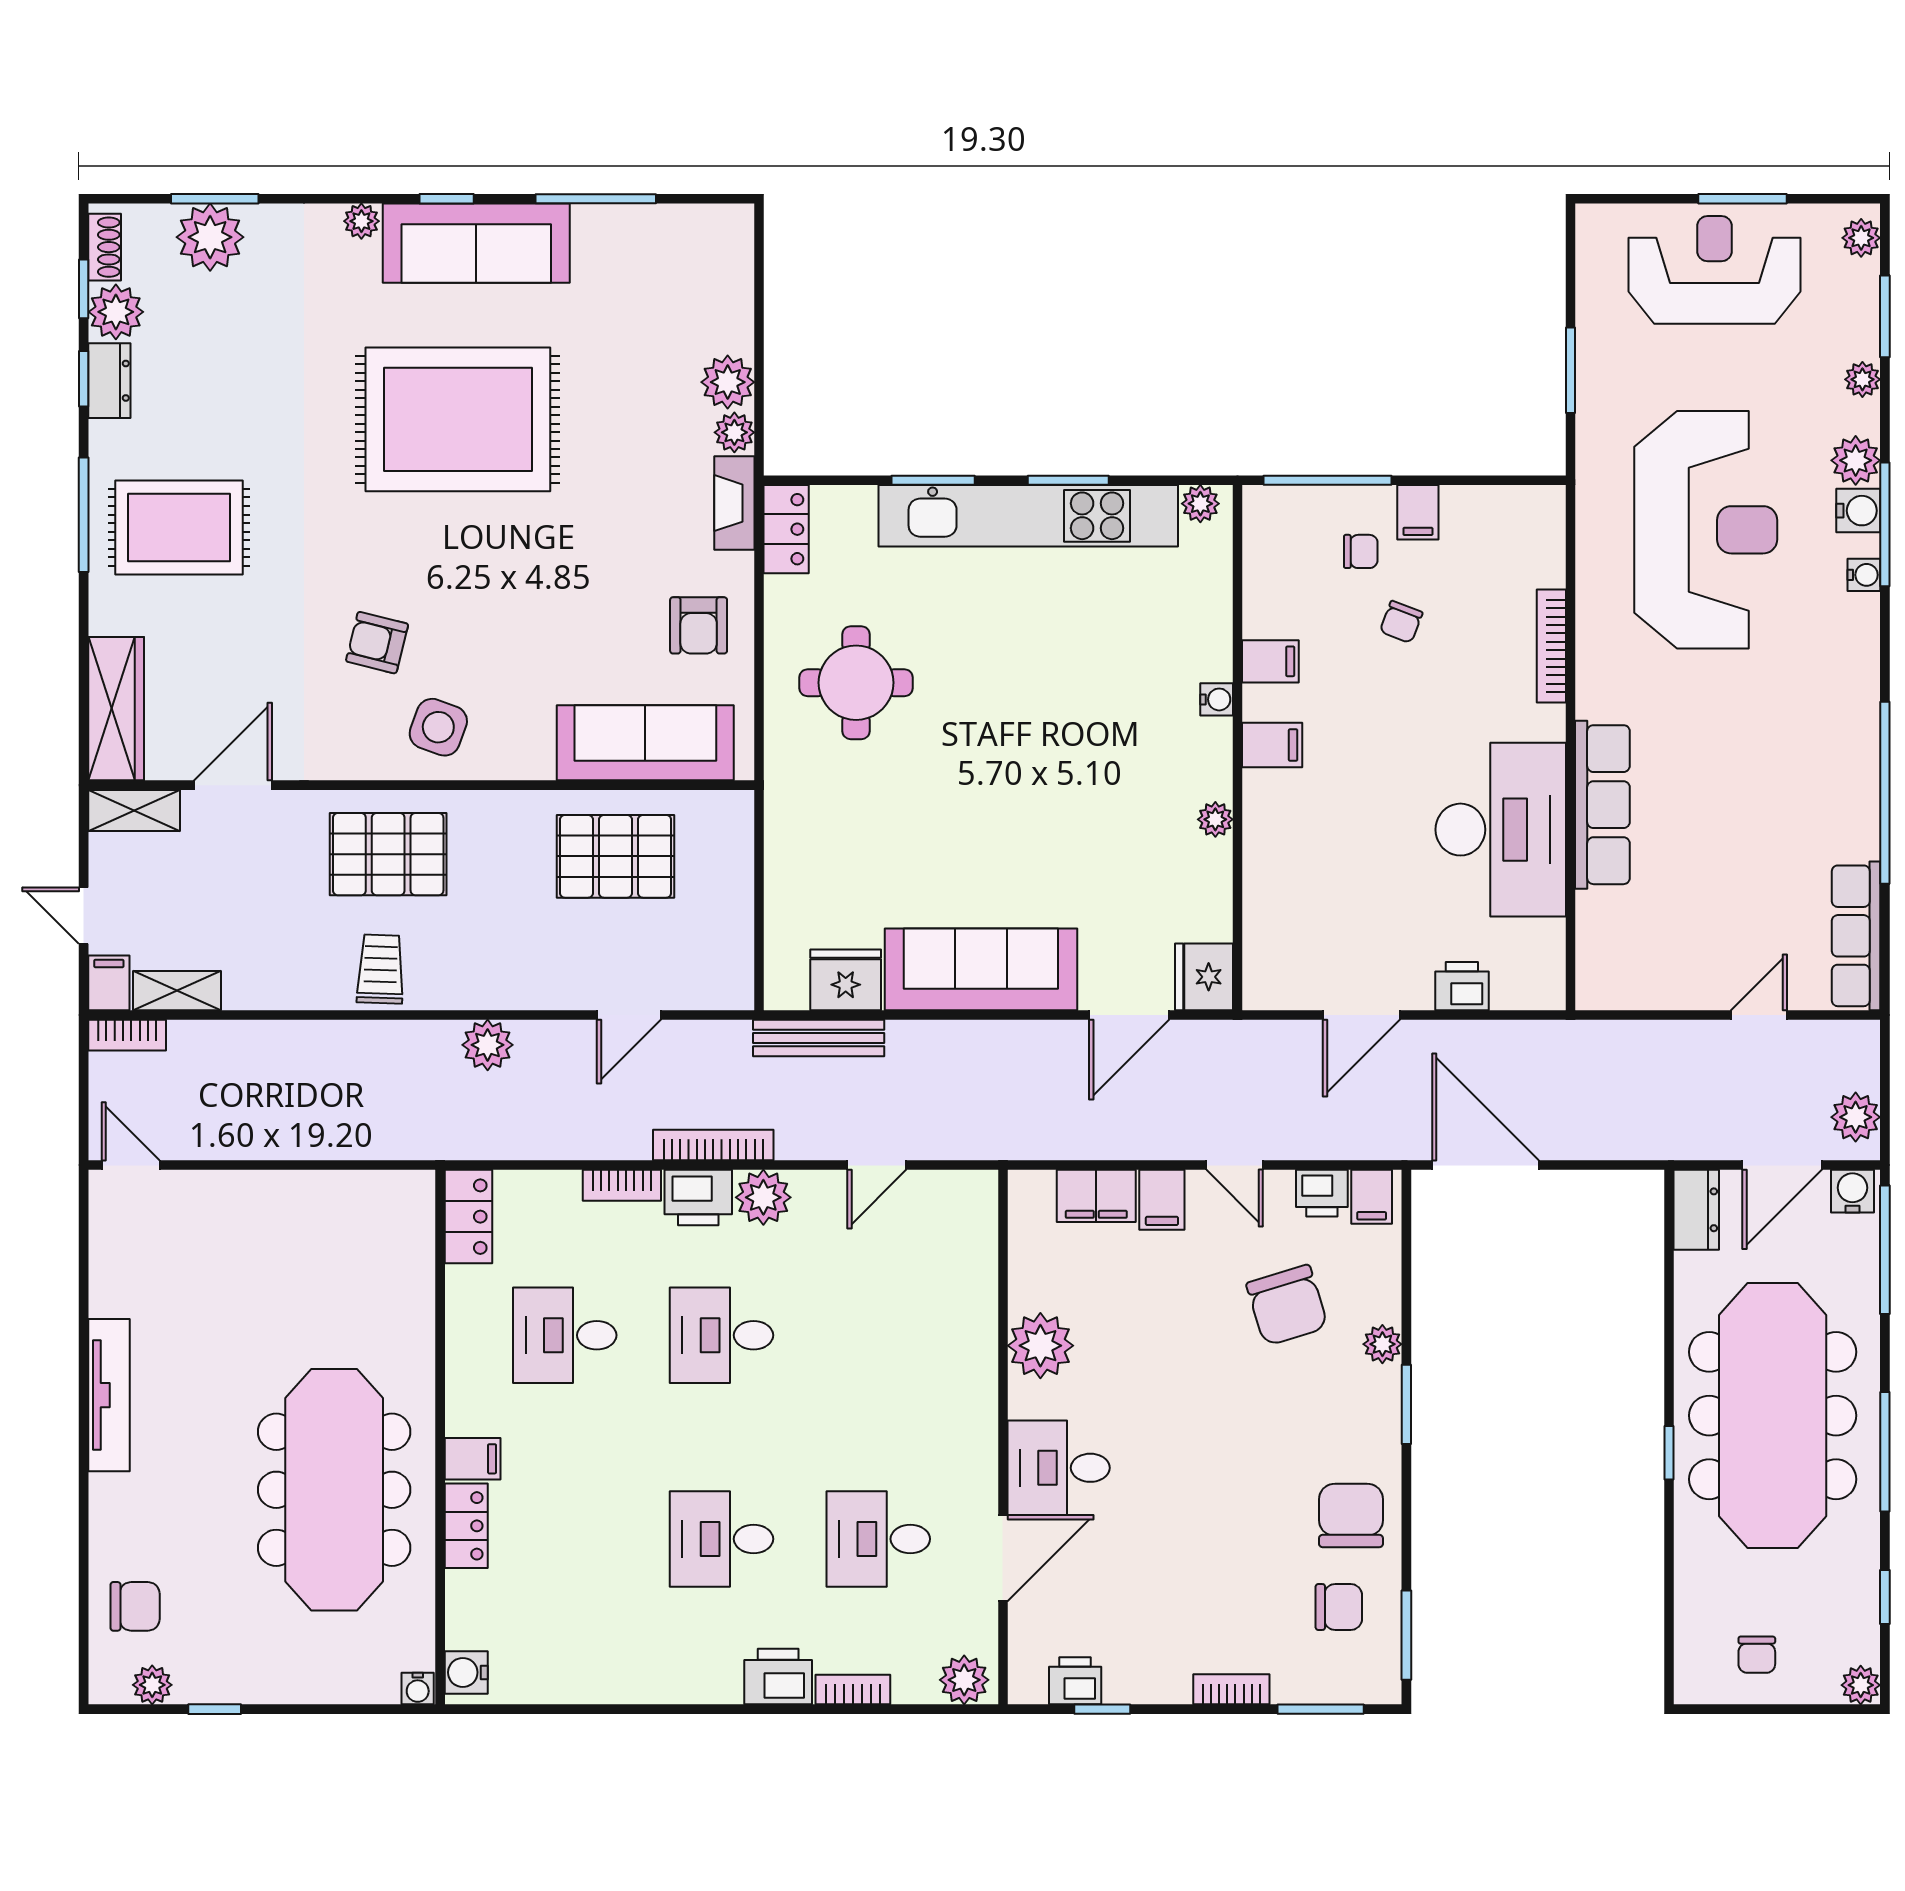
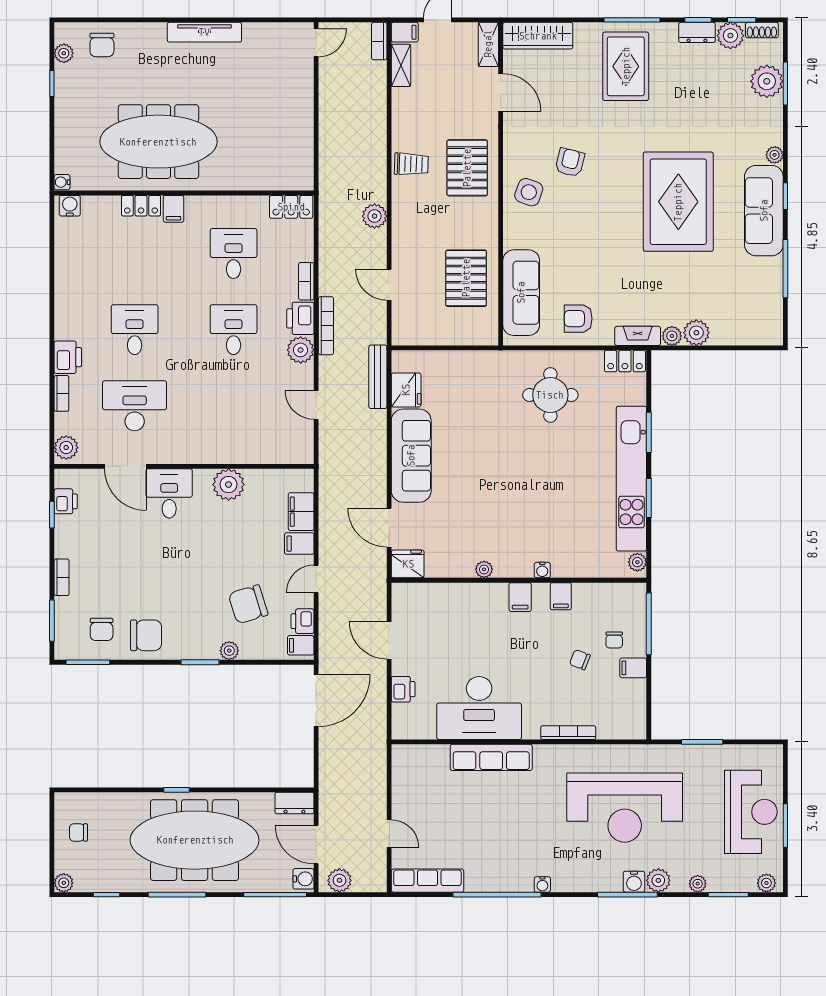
water cooler: (1864, 575) -> (542, 884), moved
desk: (878, 1539) -> (135, 406), width x1.37

